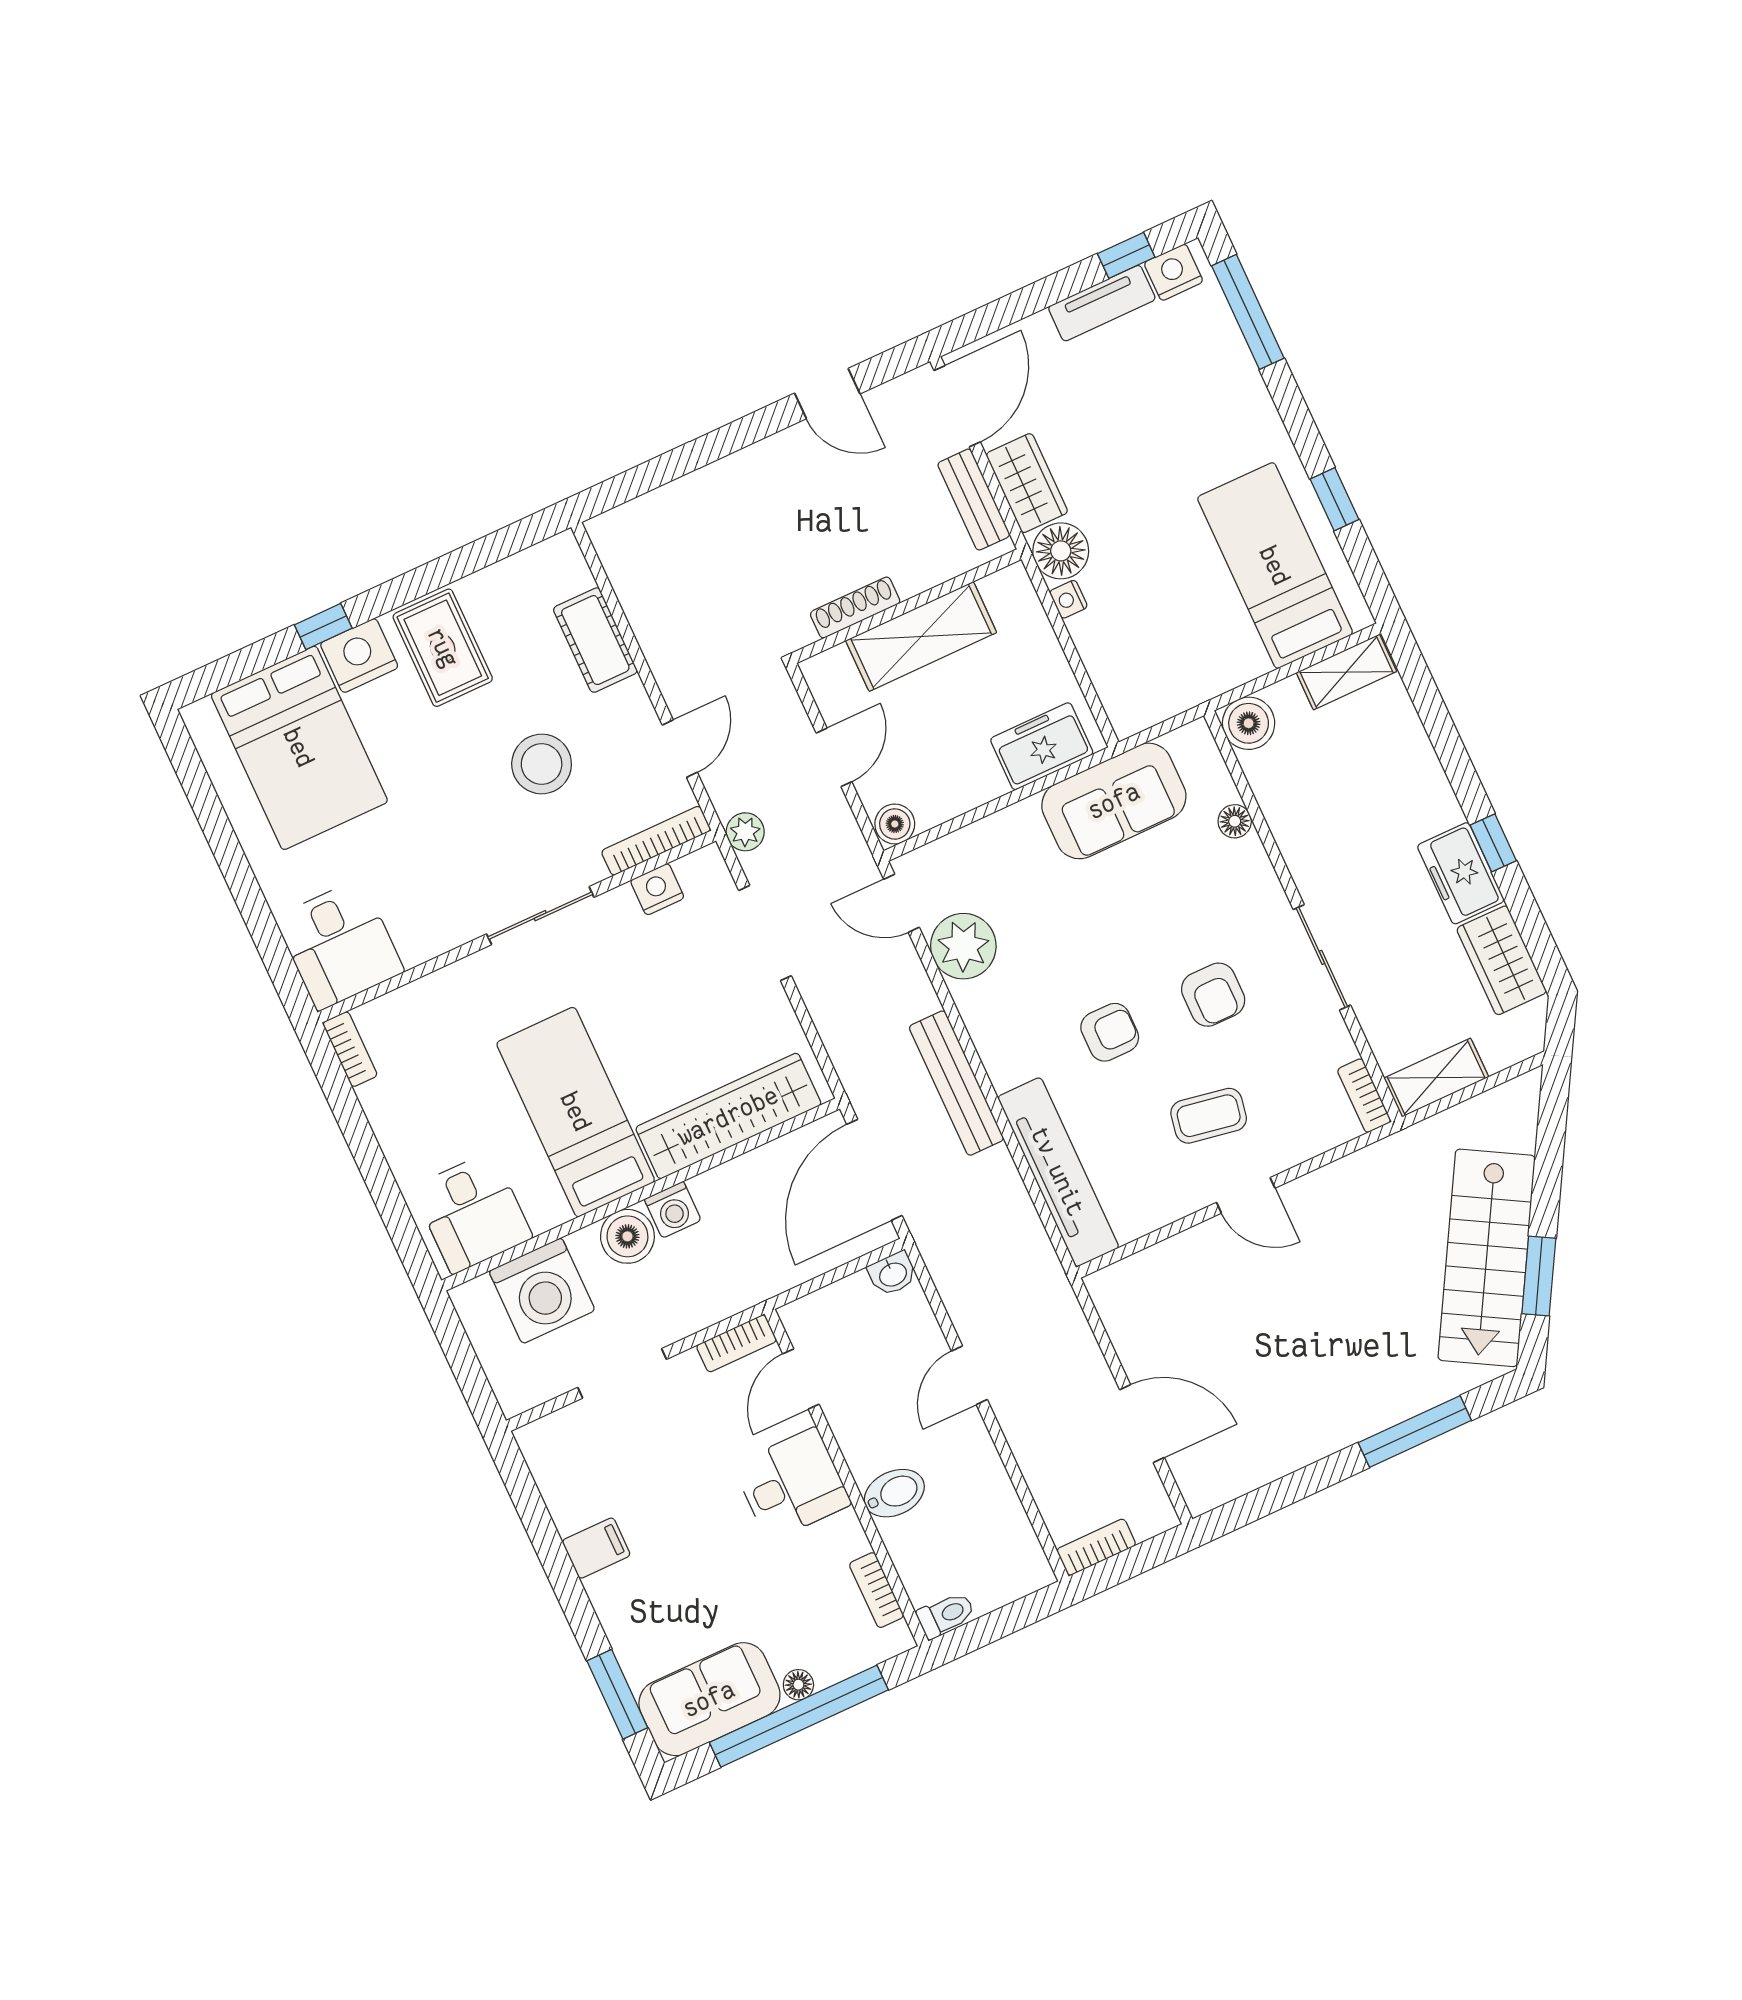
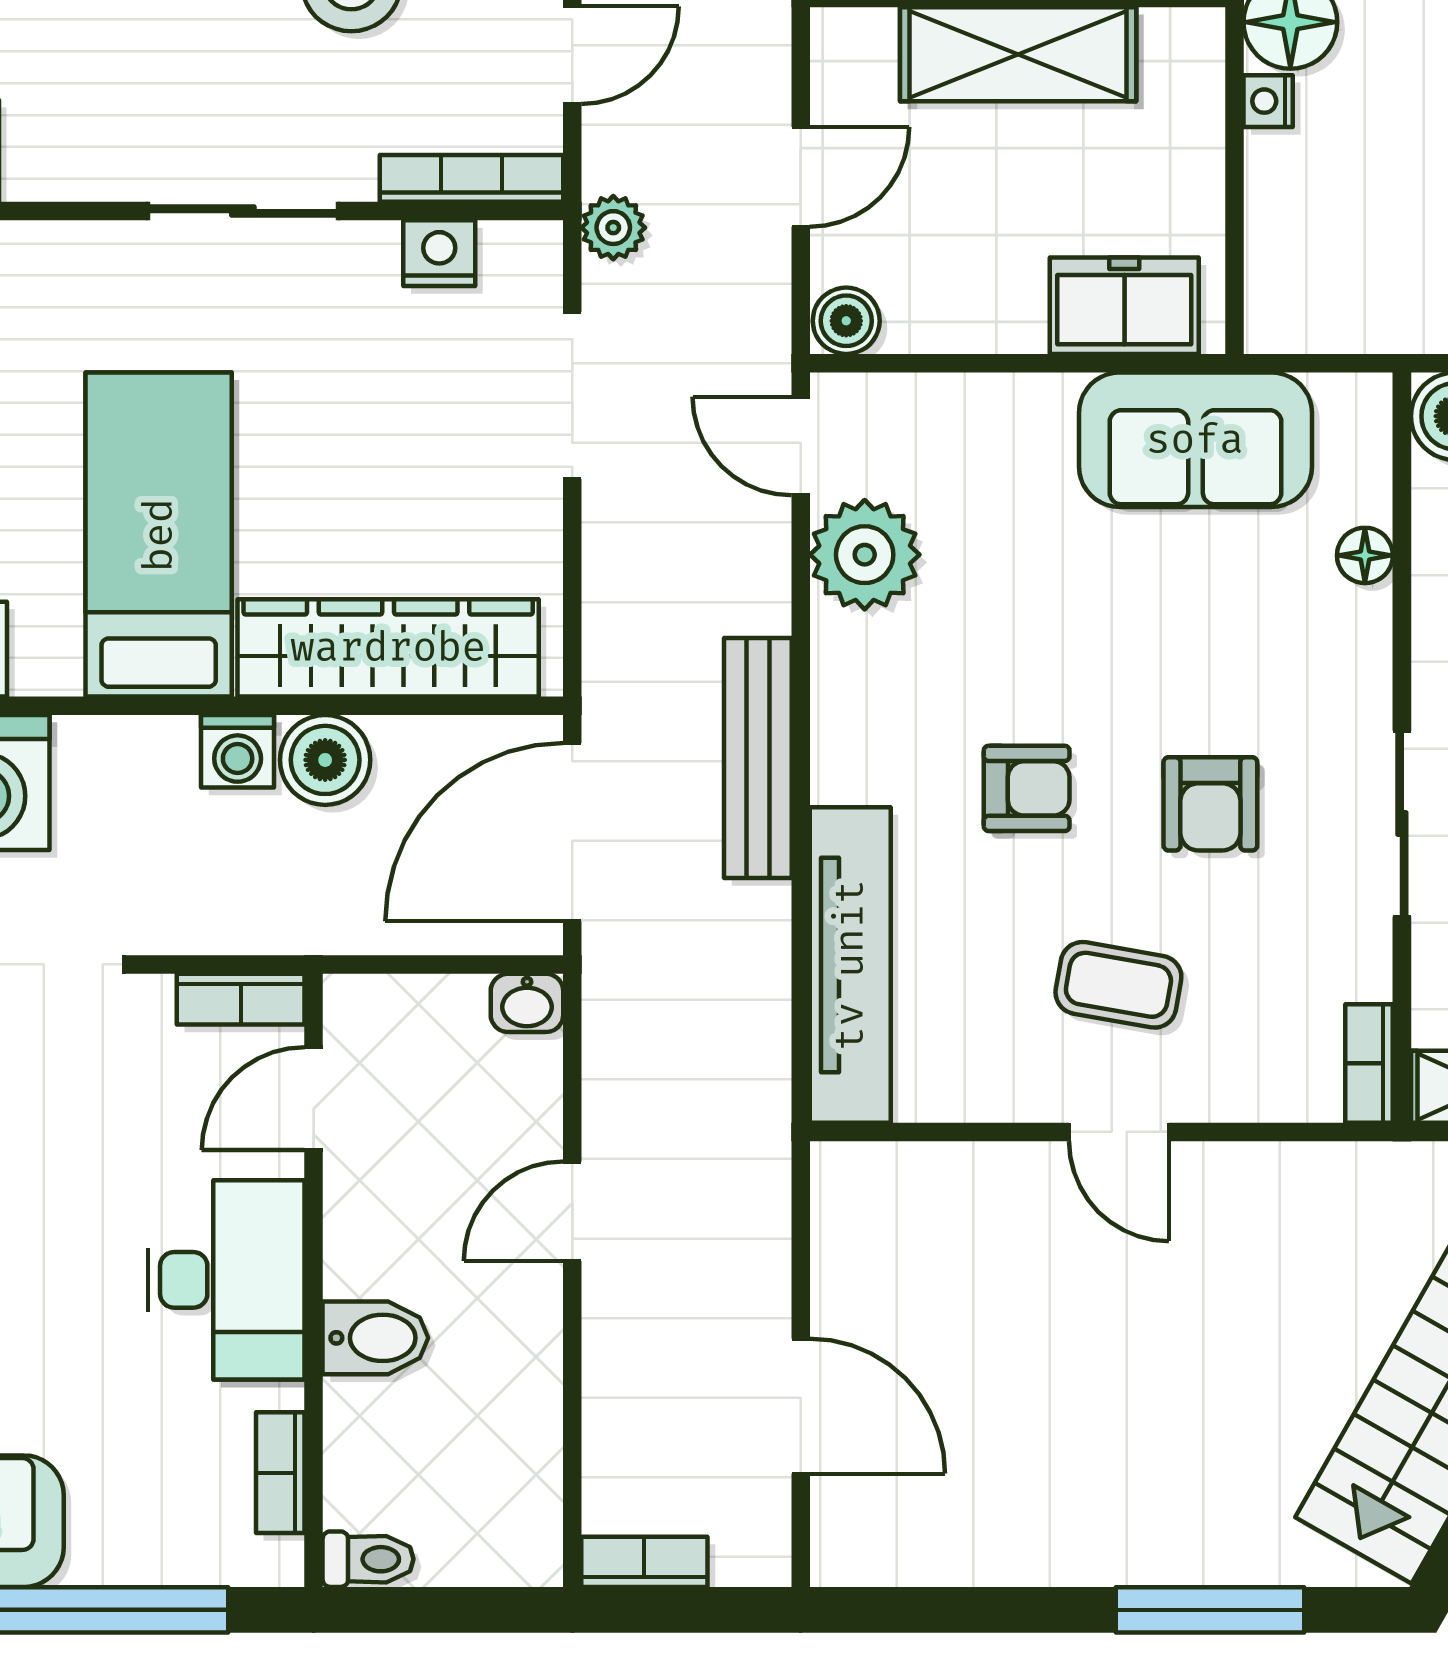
boiler: (627, 1236) -> (325, 760), moved
desk: (792, 1484) -> (226, 1280), width x1.37
floor lamp: (798, 1685) -> (95, 1562), removed

